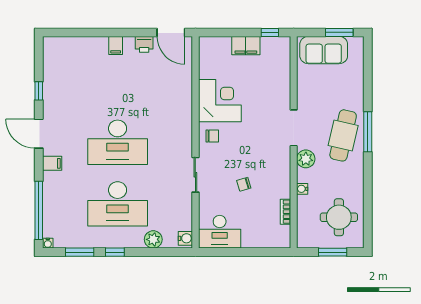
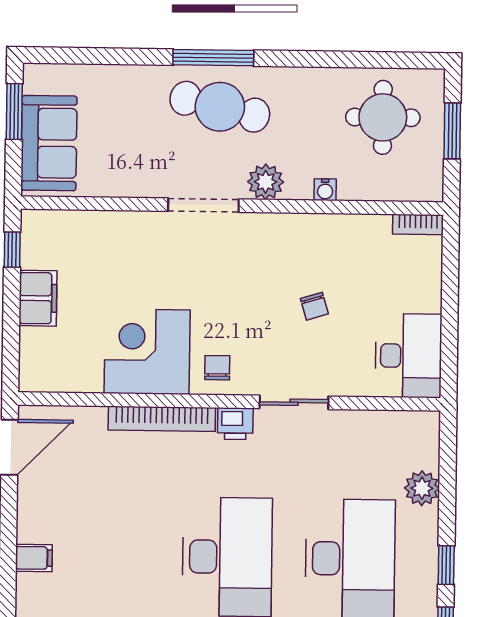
printer: (144, 44) -> (235, 424), moved, turned 90
bookcase: (186, 109) -> (162, 419), added
bookcase: (285, 212) -> (418, 224), moved
water cooler: (185, 238) -> (421, 424), removed

